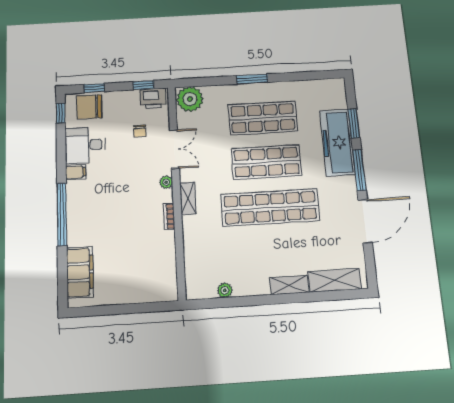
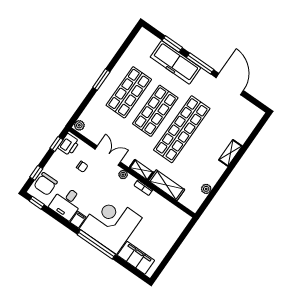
plant: (190, 99) -> (79, 125), width x0.53, depth x0.53
corner desk: (99, 212) -> (111, 223), added
shelving: (335, 280) -> (167, 185), moved, turned 90

